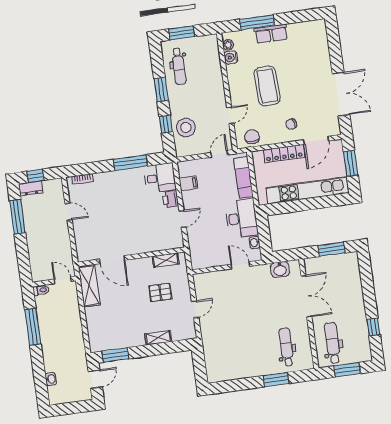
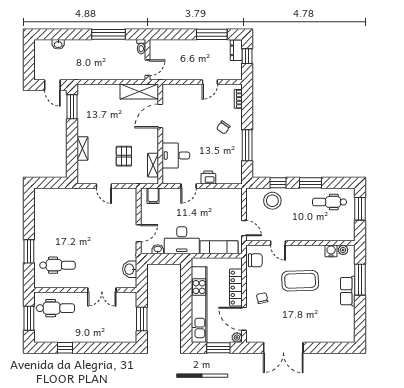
plant: (337, 145) -> (237, 338), added
desk: (160, 178) -> (176, 155), moved, turned 90
filing cabinet: (188, 183) -> (153, 196), moved
chair: (115, 191) -> (223, 127), added
door: (183, 219) -> (189, 186), hinge flipped
double door: (306, 296) -> (102, 290), width x0.73

